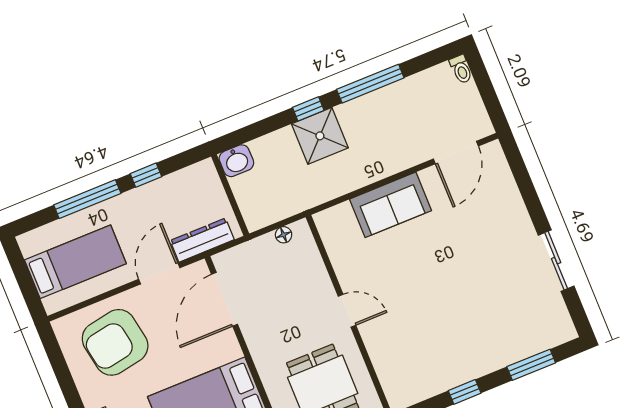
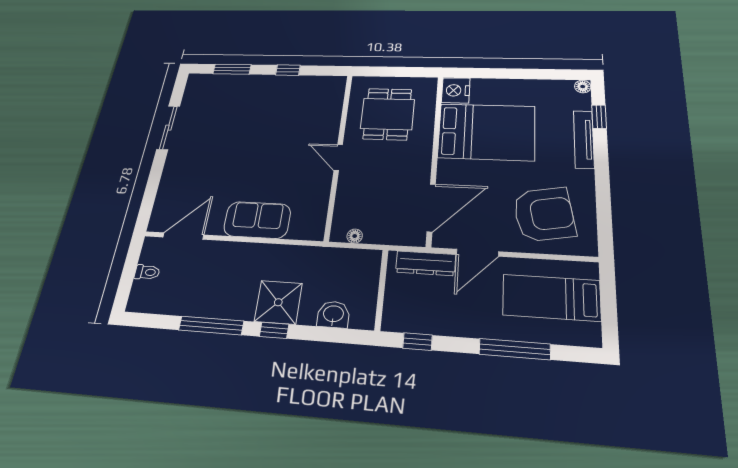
toilet: (461, 69) -> (147, 272), moved, turned 90
washbasin: (236, 161) -> (333, 314), moved
window: (146, 175) -> (418, 342), moved

